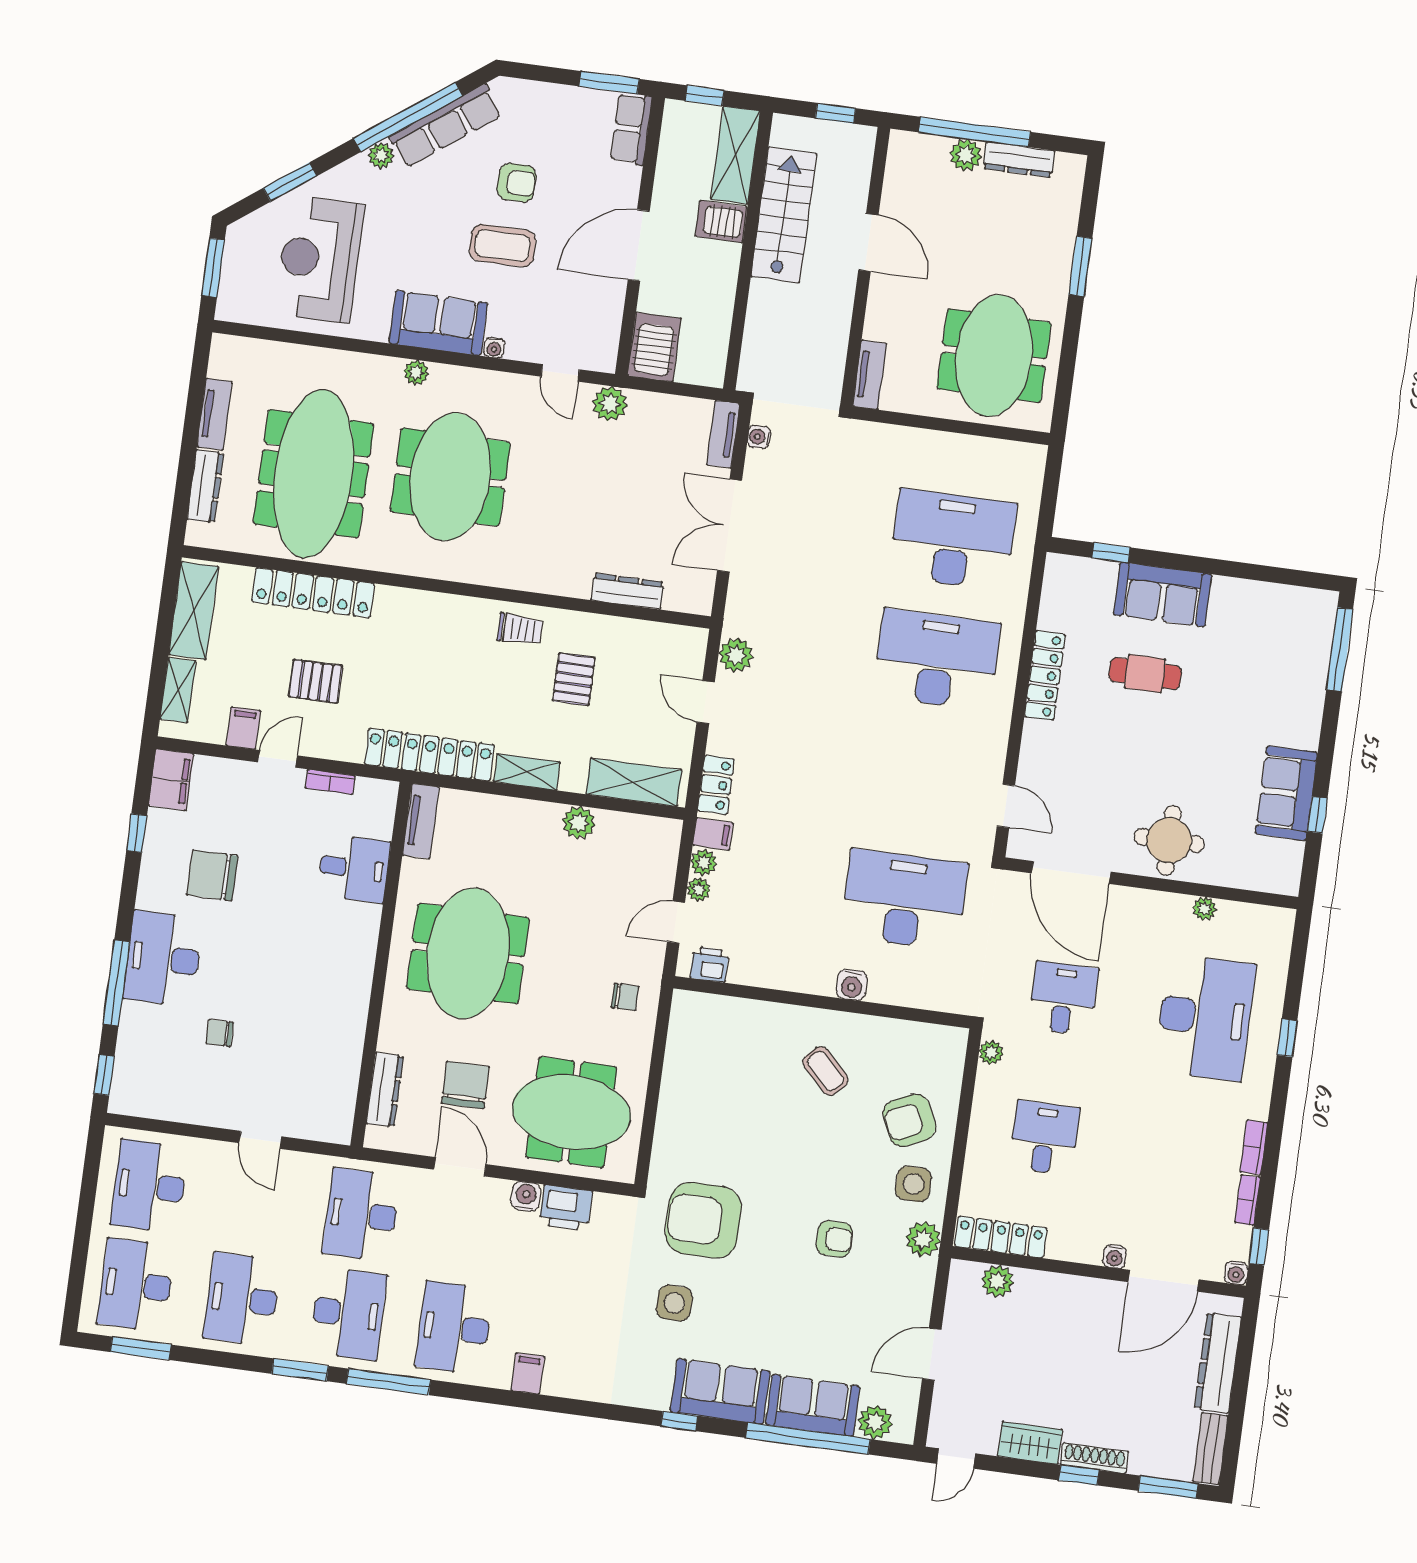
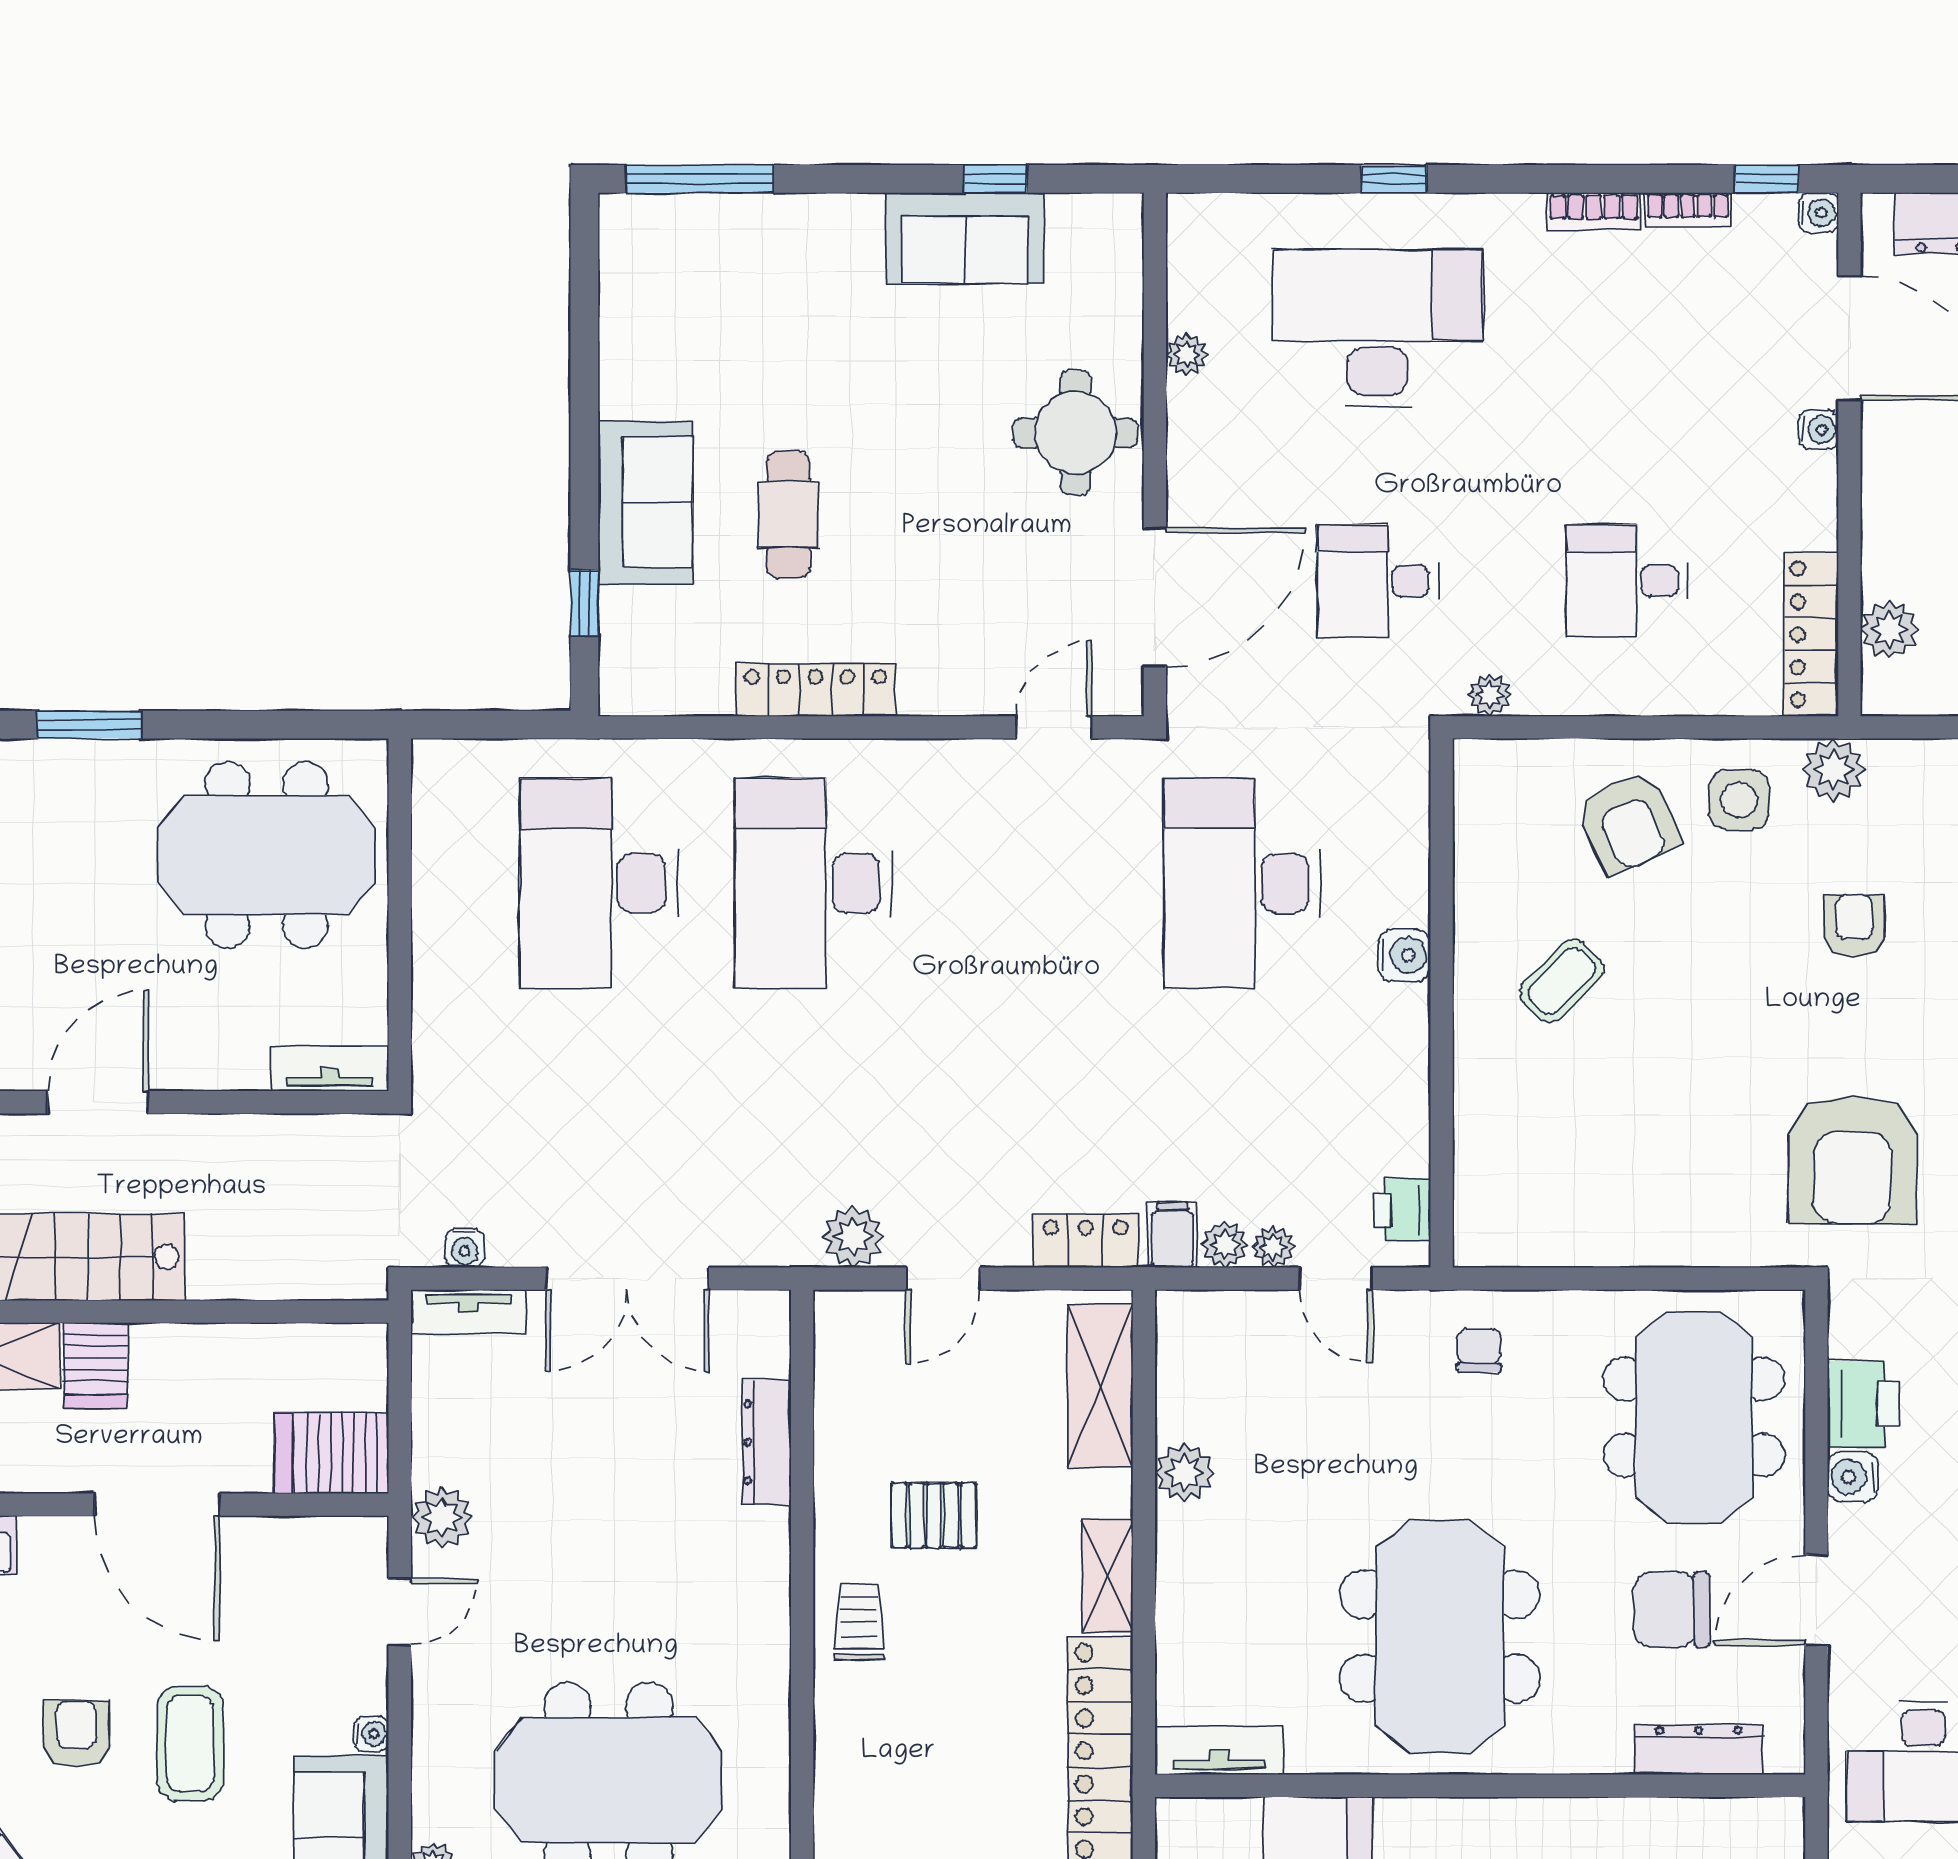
meeting table: (468, 953) -> (1440, 1636), turned 90

